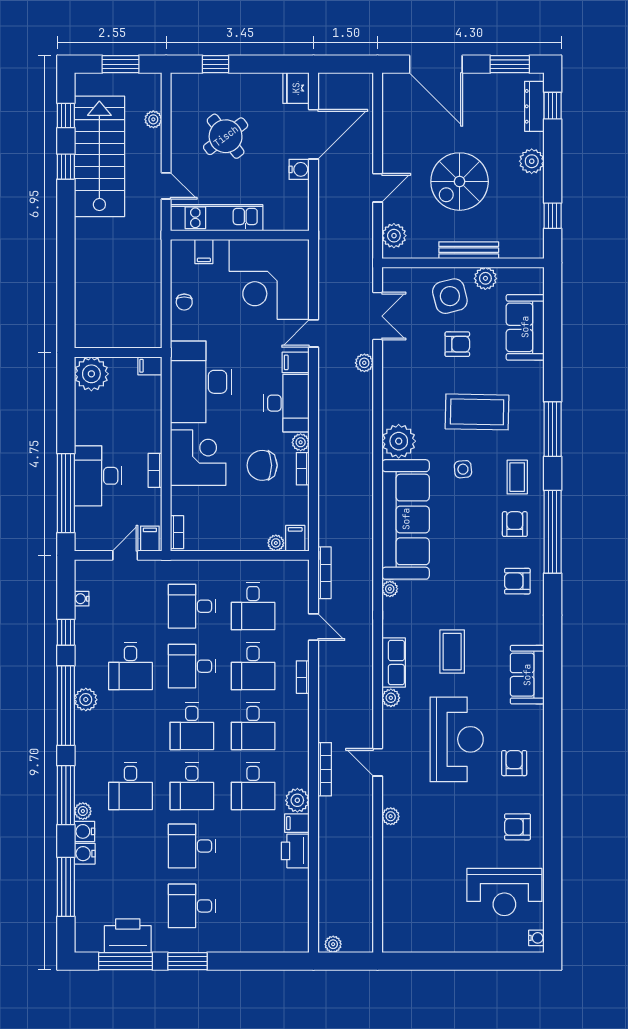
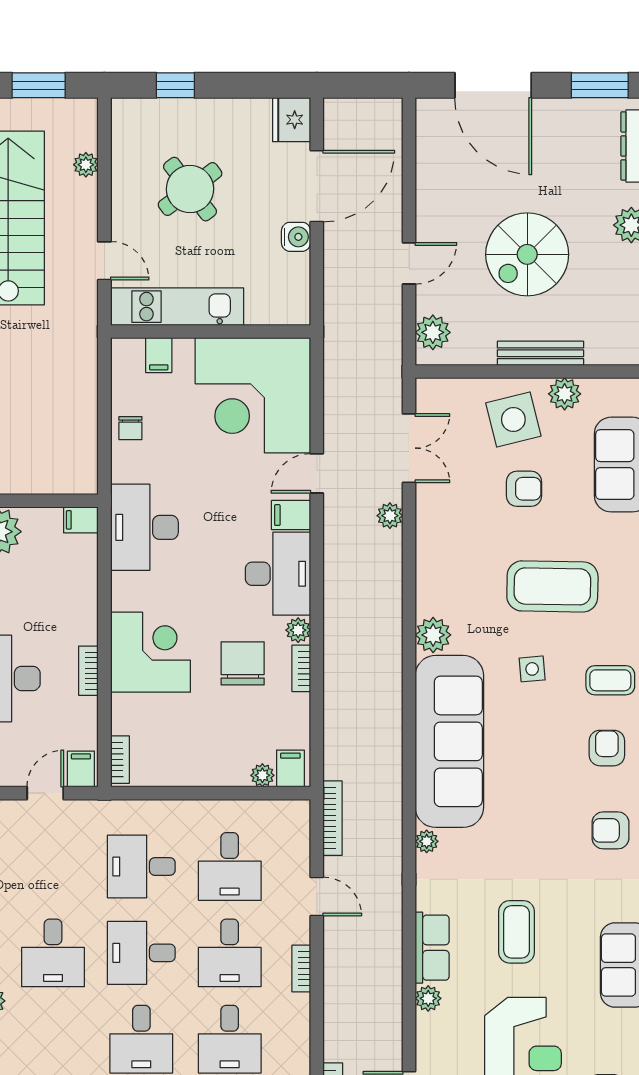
desk: (201, 382) -> (144, 527), width x0.73, depth x0.77
plant: (399, 441) -> (433, 635), width x0.73, depth x0.73
chair: (262, 465) -> (243, 663), turned 90
coffee table: (517, 477) -> (610, 680), turned 90

